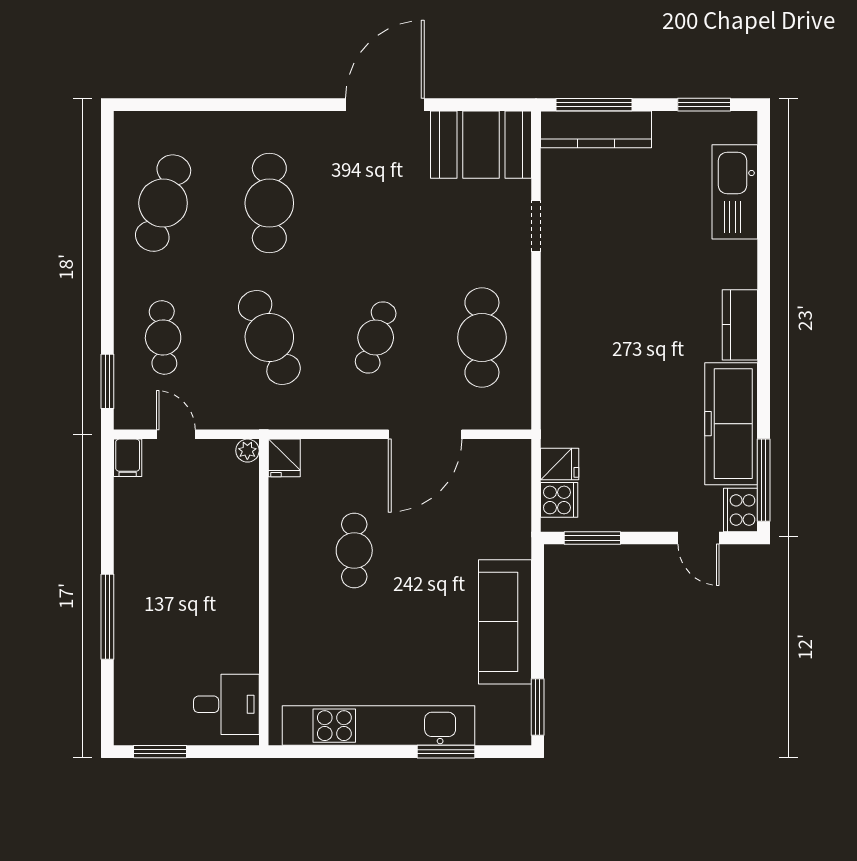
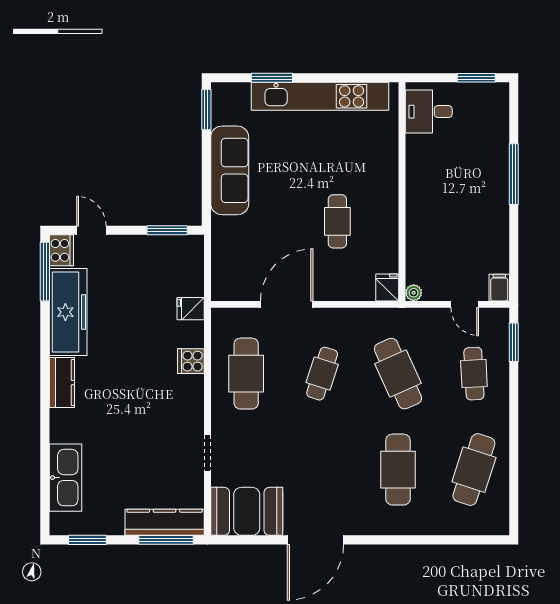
fridge: (560, 464) -> (191, 309), moved
cooker: (559, 500) -> (191, 361), moved

